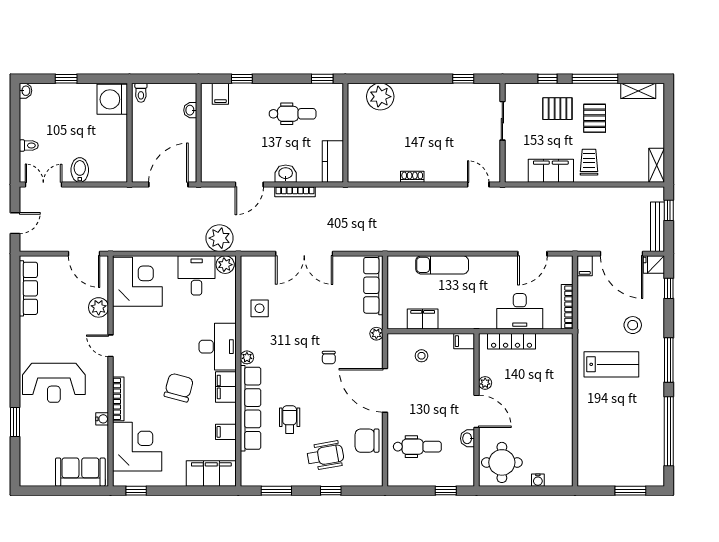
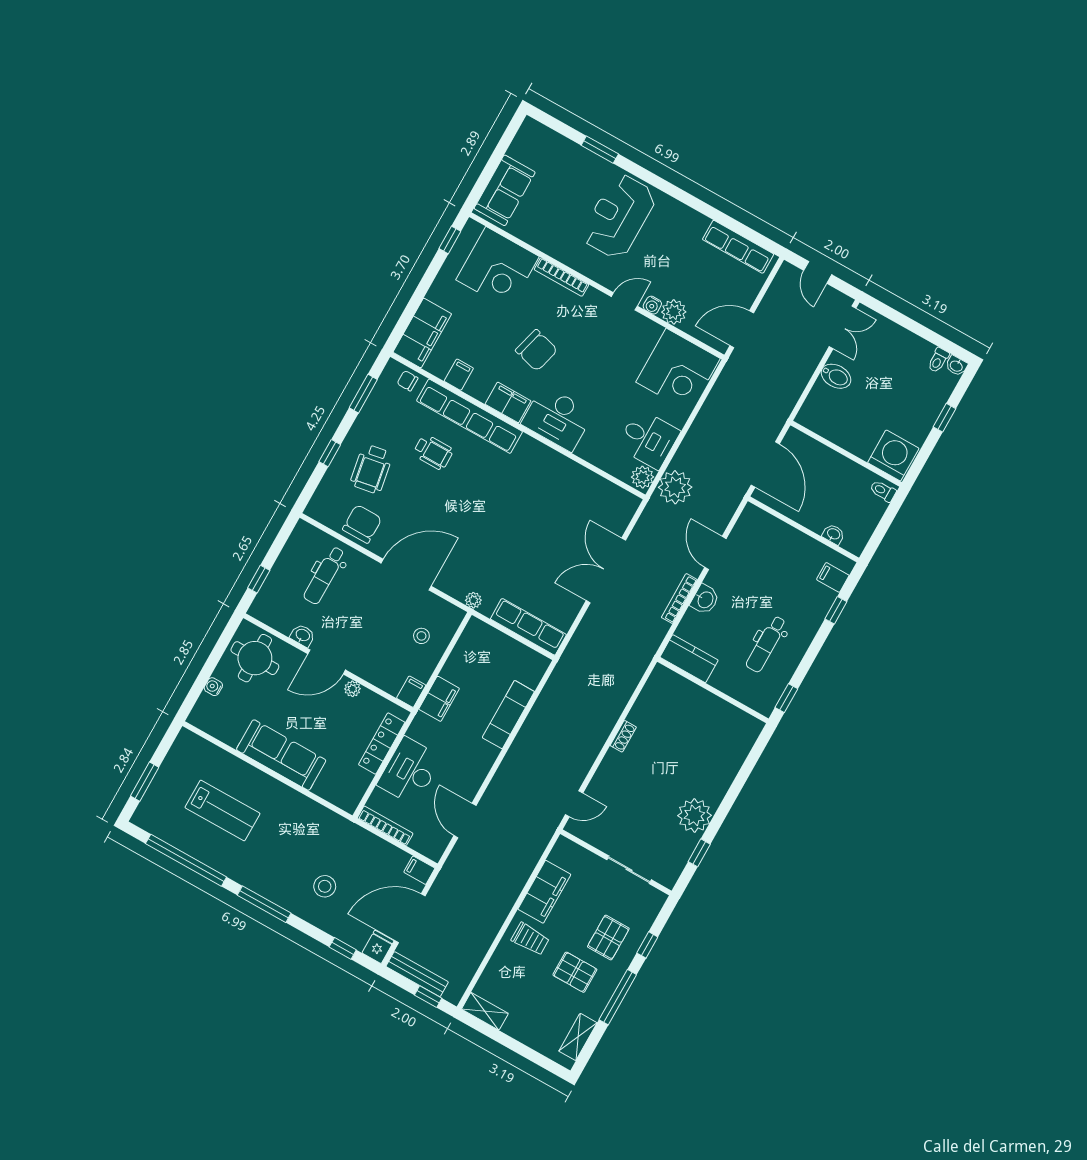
plant: (380, 97) -> (694, 815), moved
toilet: (29, 145) -> (938, 360), moved
side table: (260, 308) -> (573, 488), removed
filing cabinet: (423, 319) -> (439, 699), moved
plant: (247, 357) -> (527, 444), removed
chair: (329, 358) -> (407, 381), moved
lab bench: (611, 364) -> (222, 811), moved, turned -90
sofa: (559, 406) -> (281, 755), added
water cooler: (102, 419) -> (652, 305), moved

